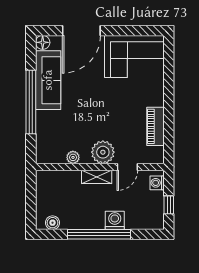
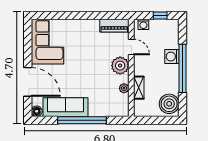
piano: (155, 126) -> (114, 26), moved
shelving: (97, 177) -> (139, 88), moved
boiler: (52, 223) -> (169, 104), width x1.86, depth x1.86

